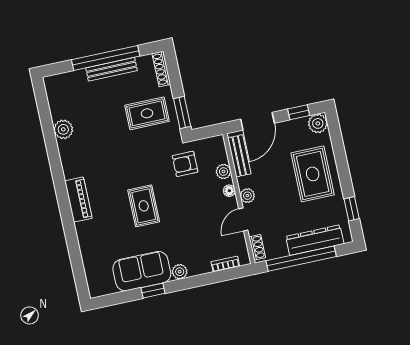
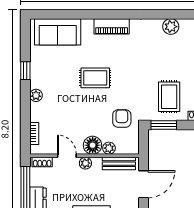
door: (257, 121) -> (144, 184), swing flipped
floor lamp: (229, 191) -> (93, 145), width x1.89, depth x1.89
sofa: (142, 271) -> (58, 32), moved, turned 90

